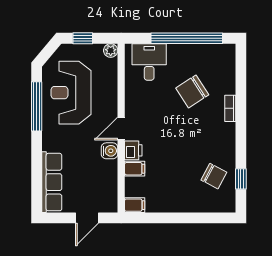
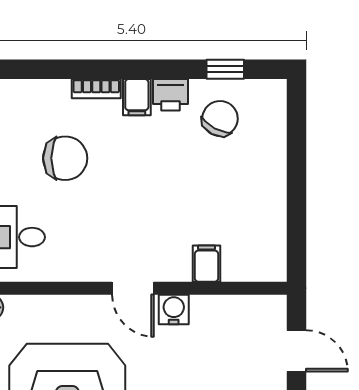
chair: (192, 91) -> (65, 158), turned -57
printer: (133, 150) -> (171, 95), moved, turned 180
filing cabinet: (135, 205) -> (137, 97), moved, turned 180

